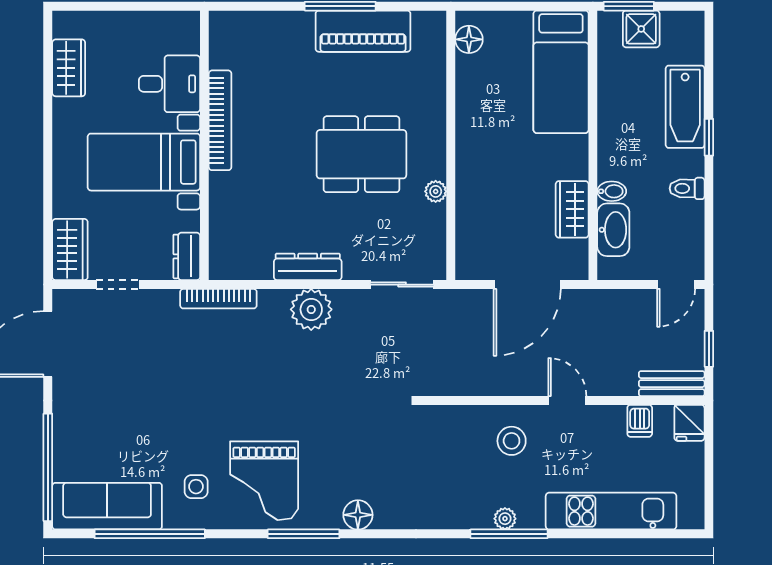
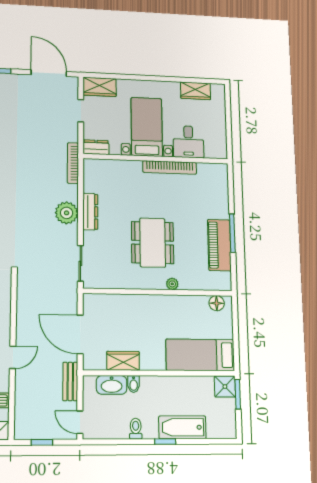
shower: (641, 29) -> (225, 387), moved
plant: (436, 191) -> (172, 284), moved
bench: (672, 384) -> (70, 381), moved

